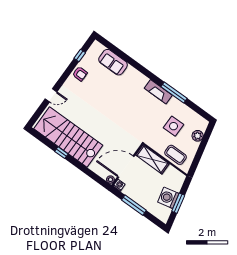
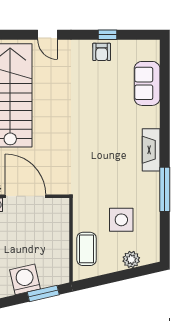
window: (80, 55) -> (107, 35), moved
fireplace: (158, 92) -> (151, 150), moved
shelving: (152, 159) -> (59, 224), removed
window: (178, 203) -> (43, 293), moved

